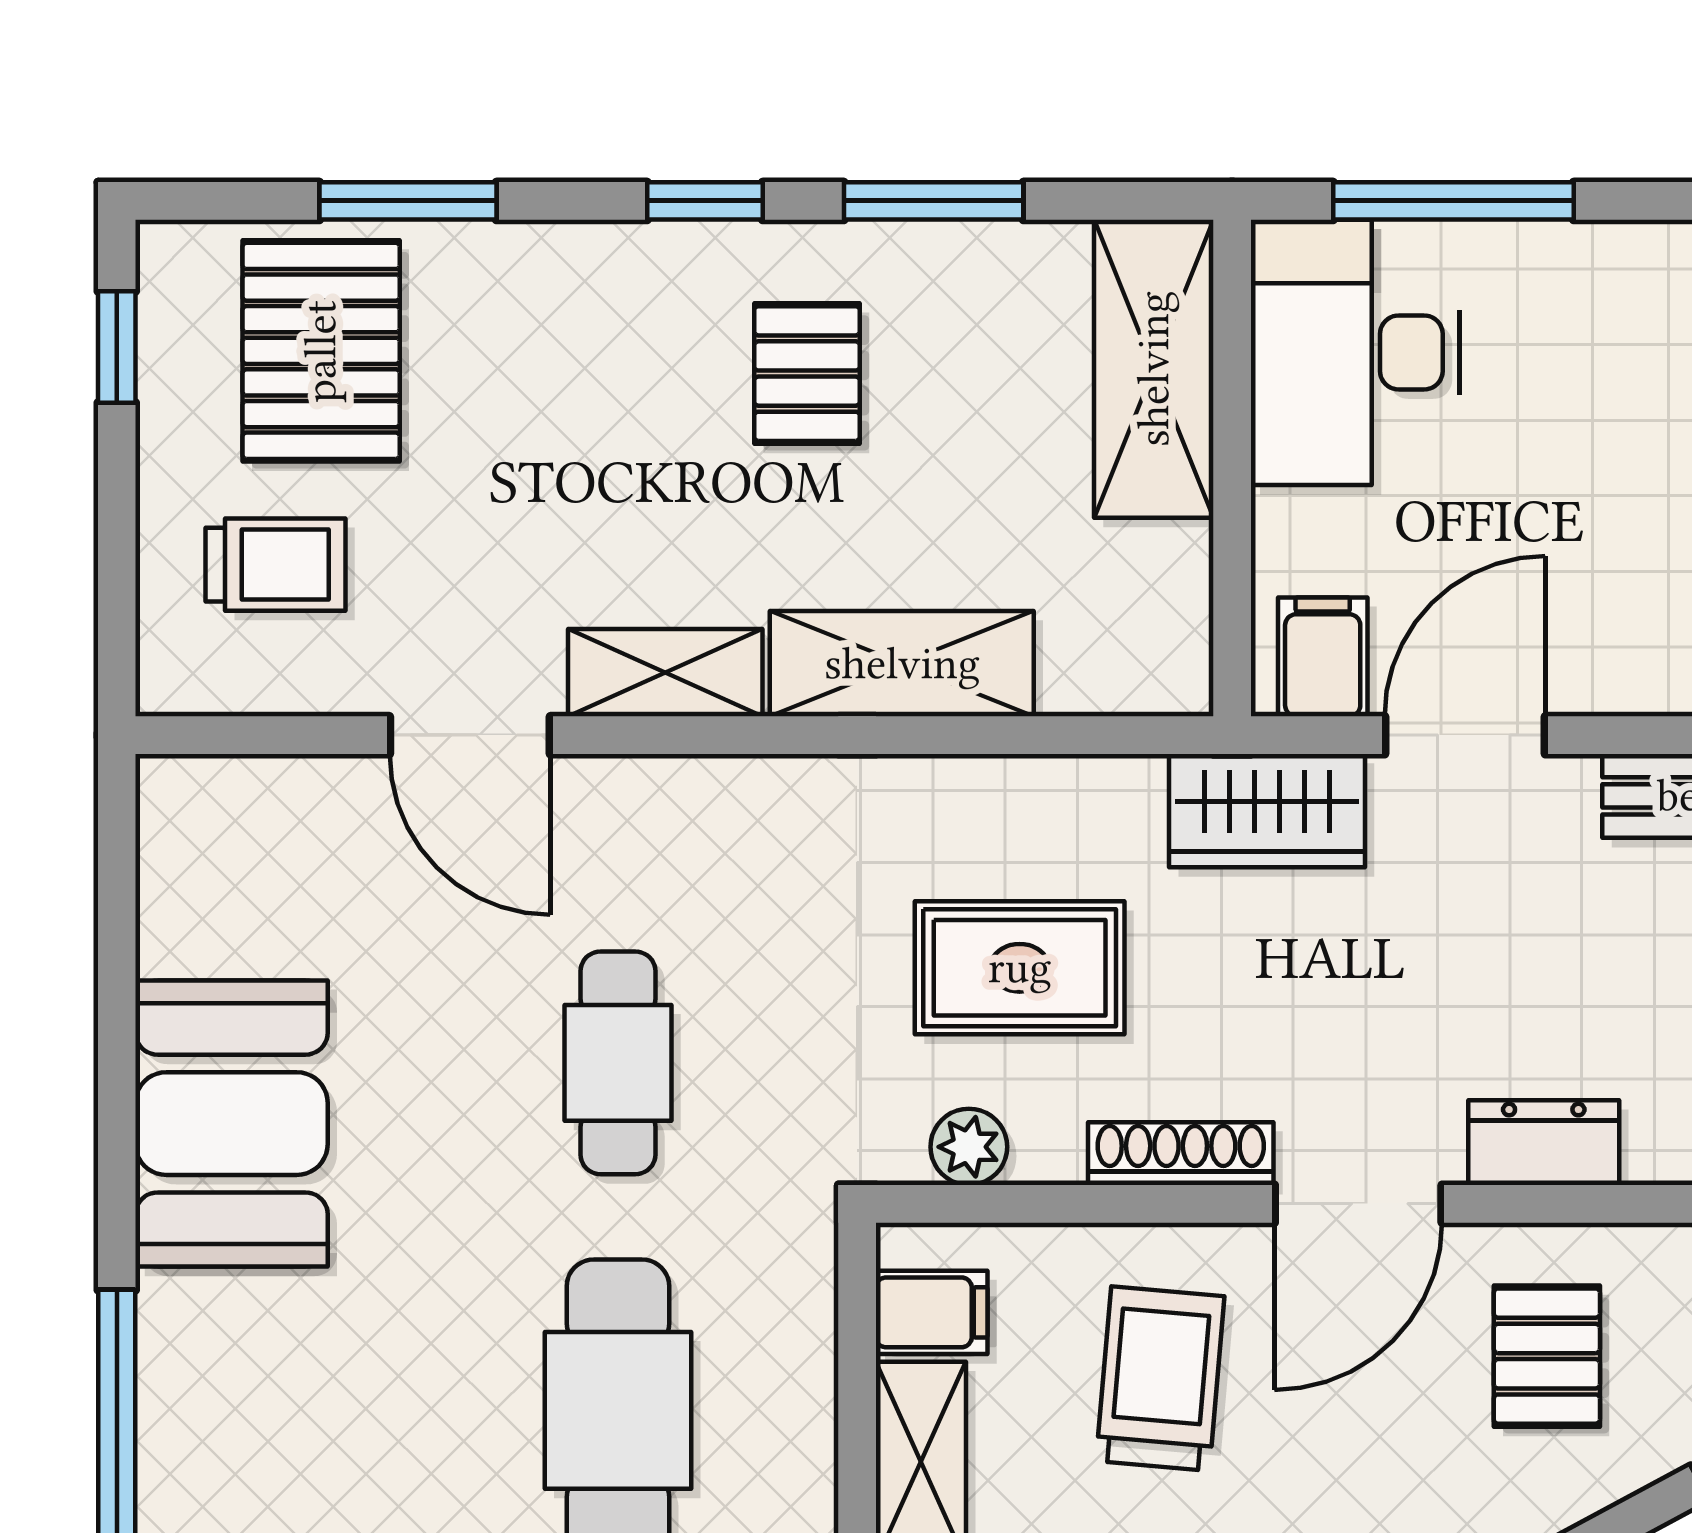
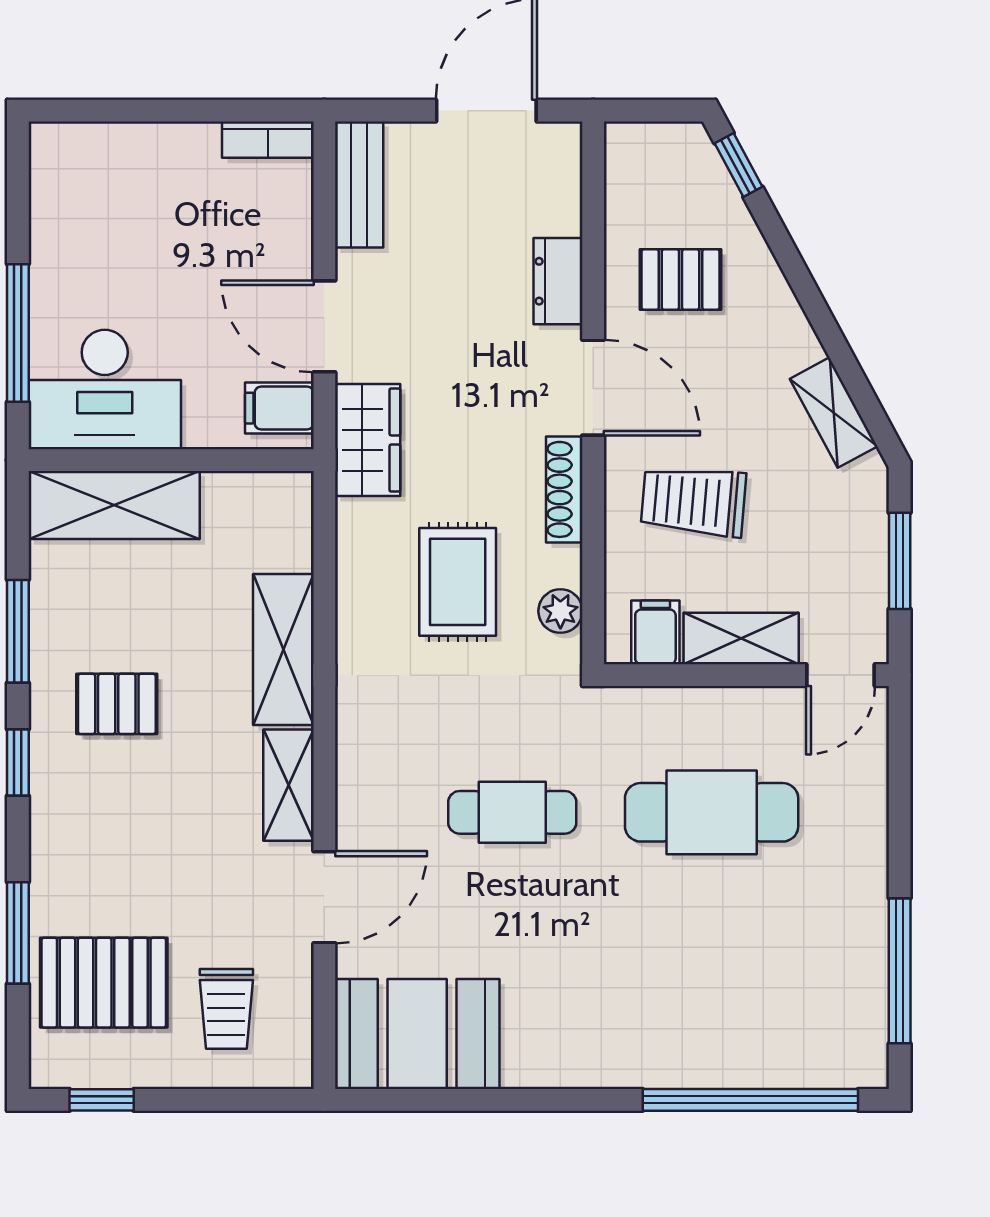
trolley: (275, 565) -> (226, 1009), turned 180
booth: (232, 1124) -> (417, 1034), moved

